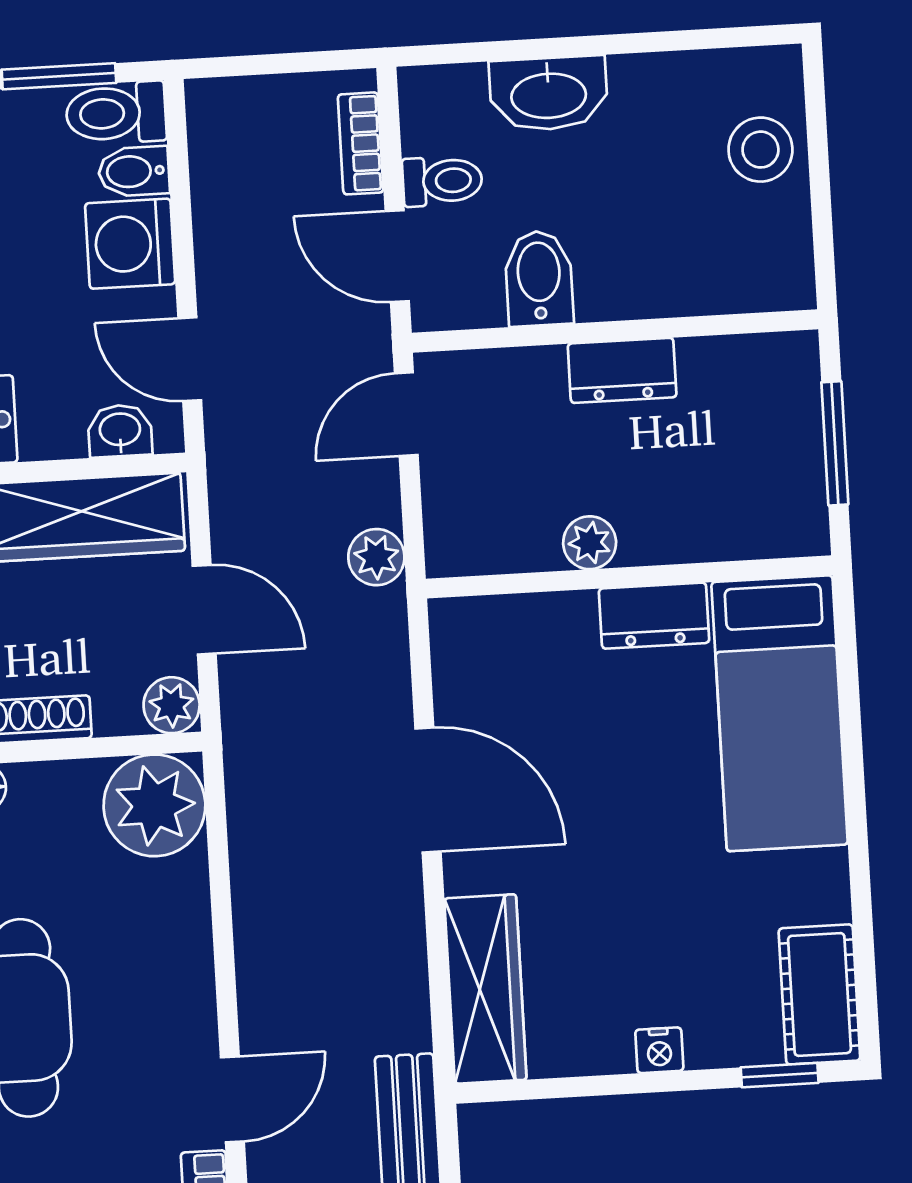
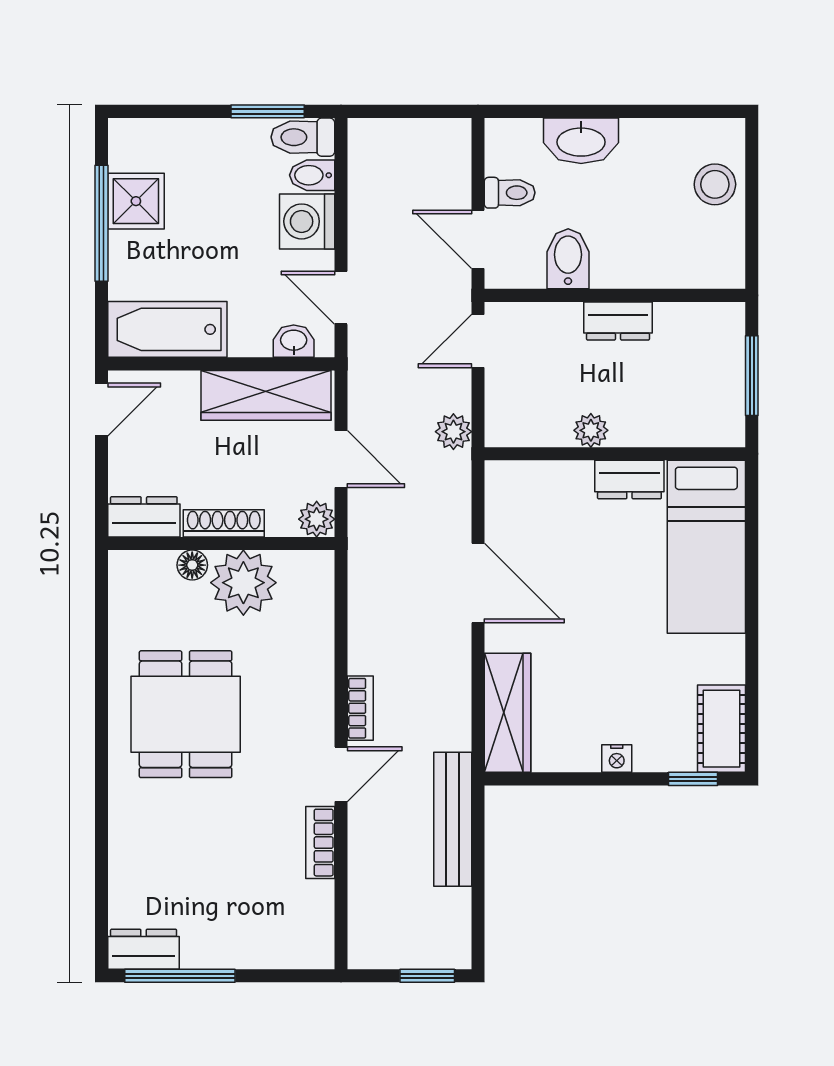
bookcase: (361, 143) -> (360, 708), moved, turned 180
plant: (154, 805) -> (243, 583), moved

